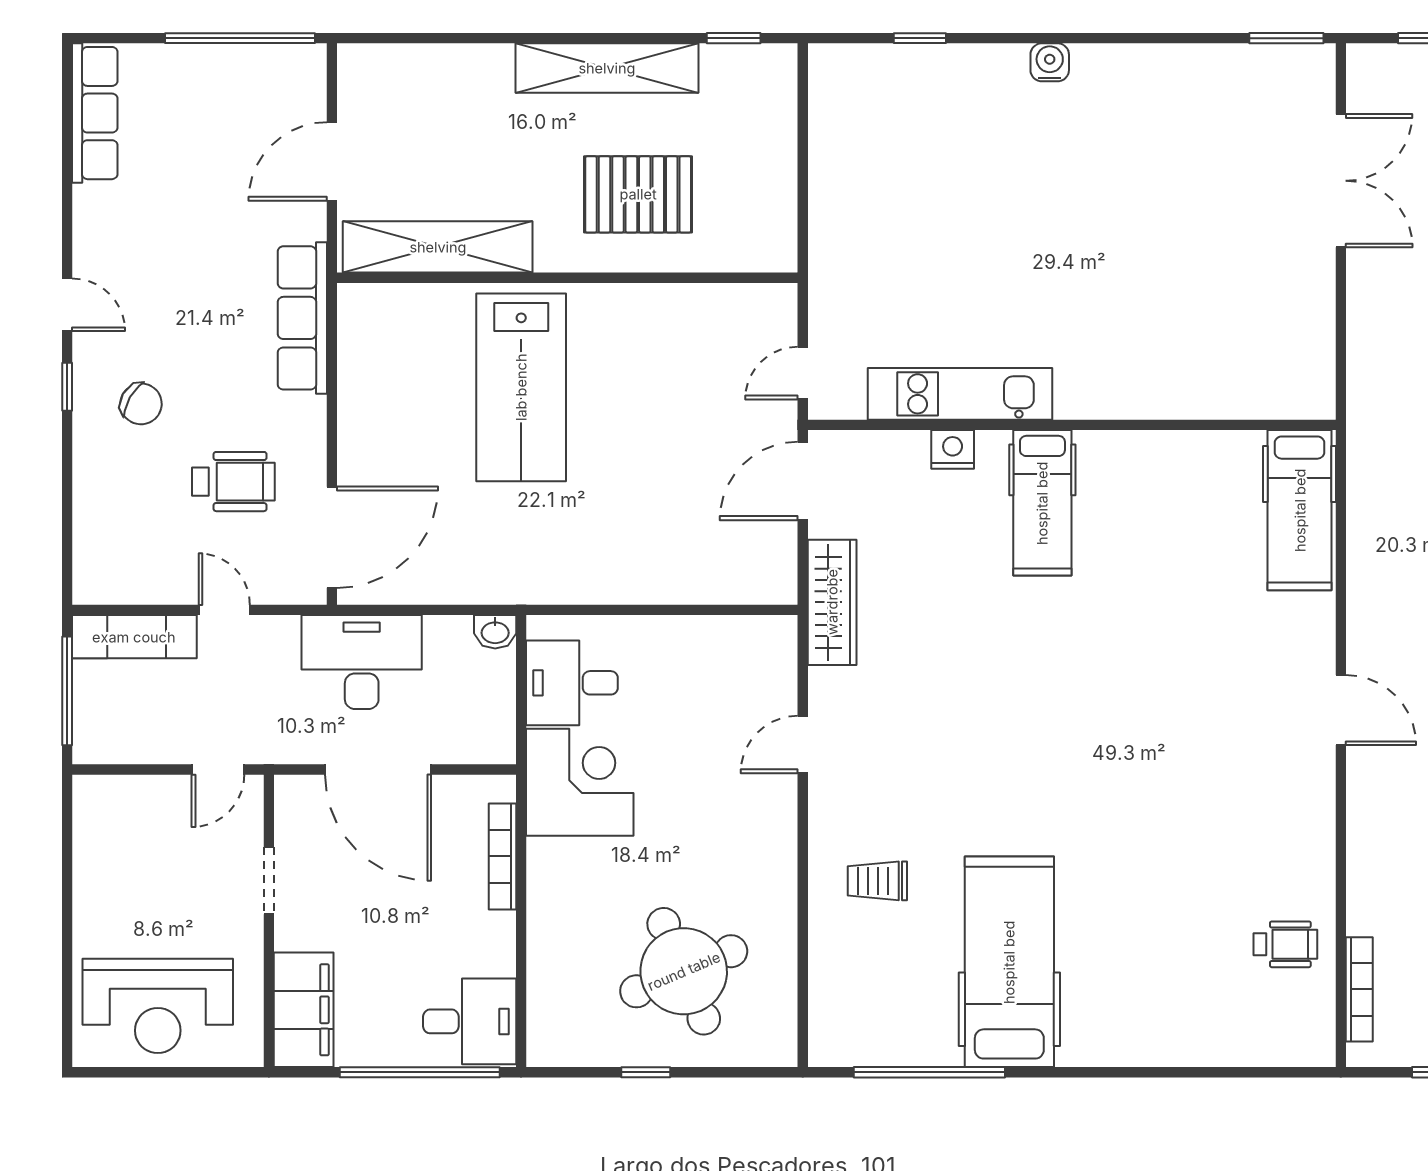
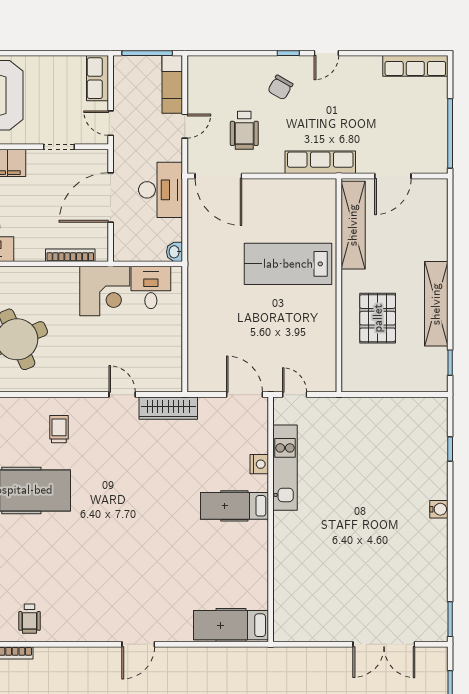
door: (332, 162) -> (393, 176), swing flipped
wardrobe: (832, 602) -> (168, 408), moved
row of seats: (121, 798) -> (97, 78), added

